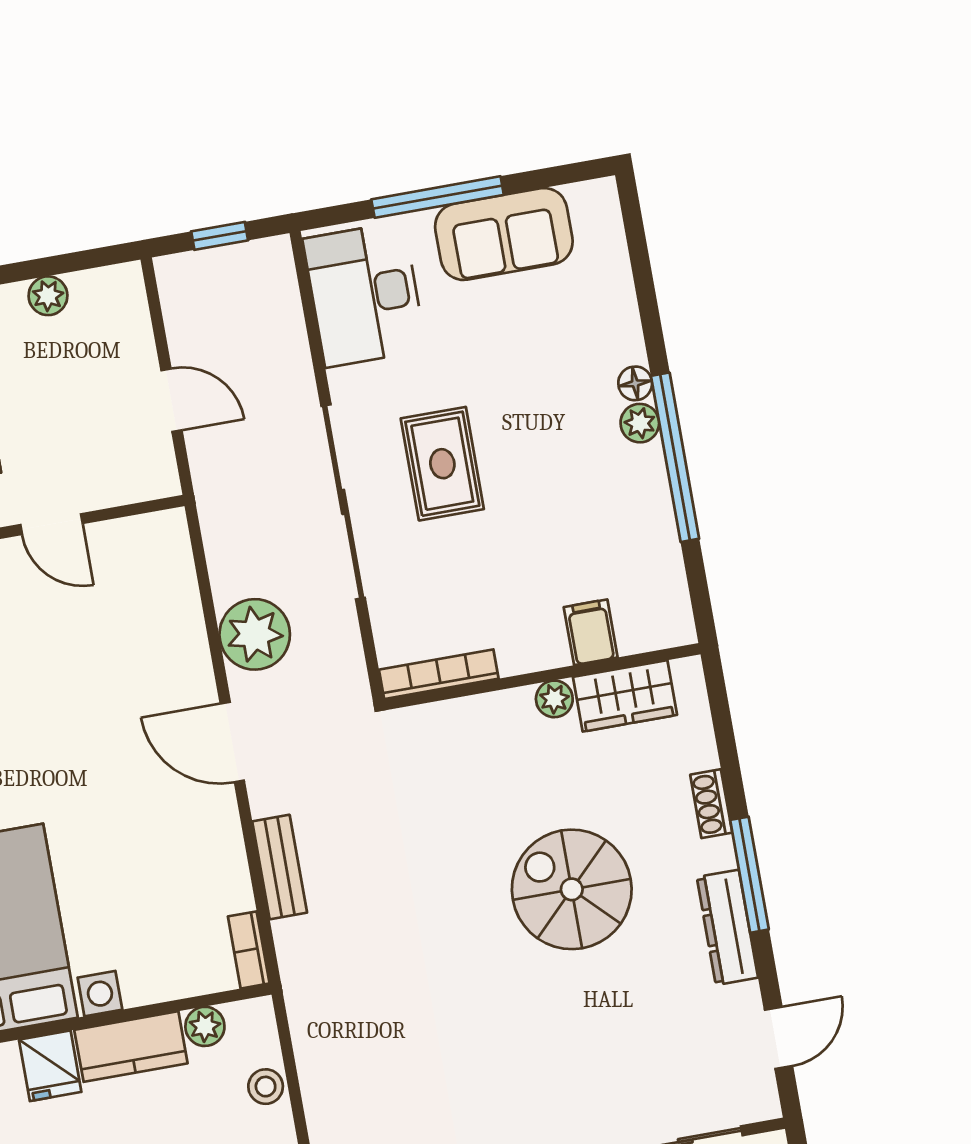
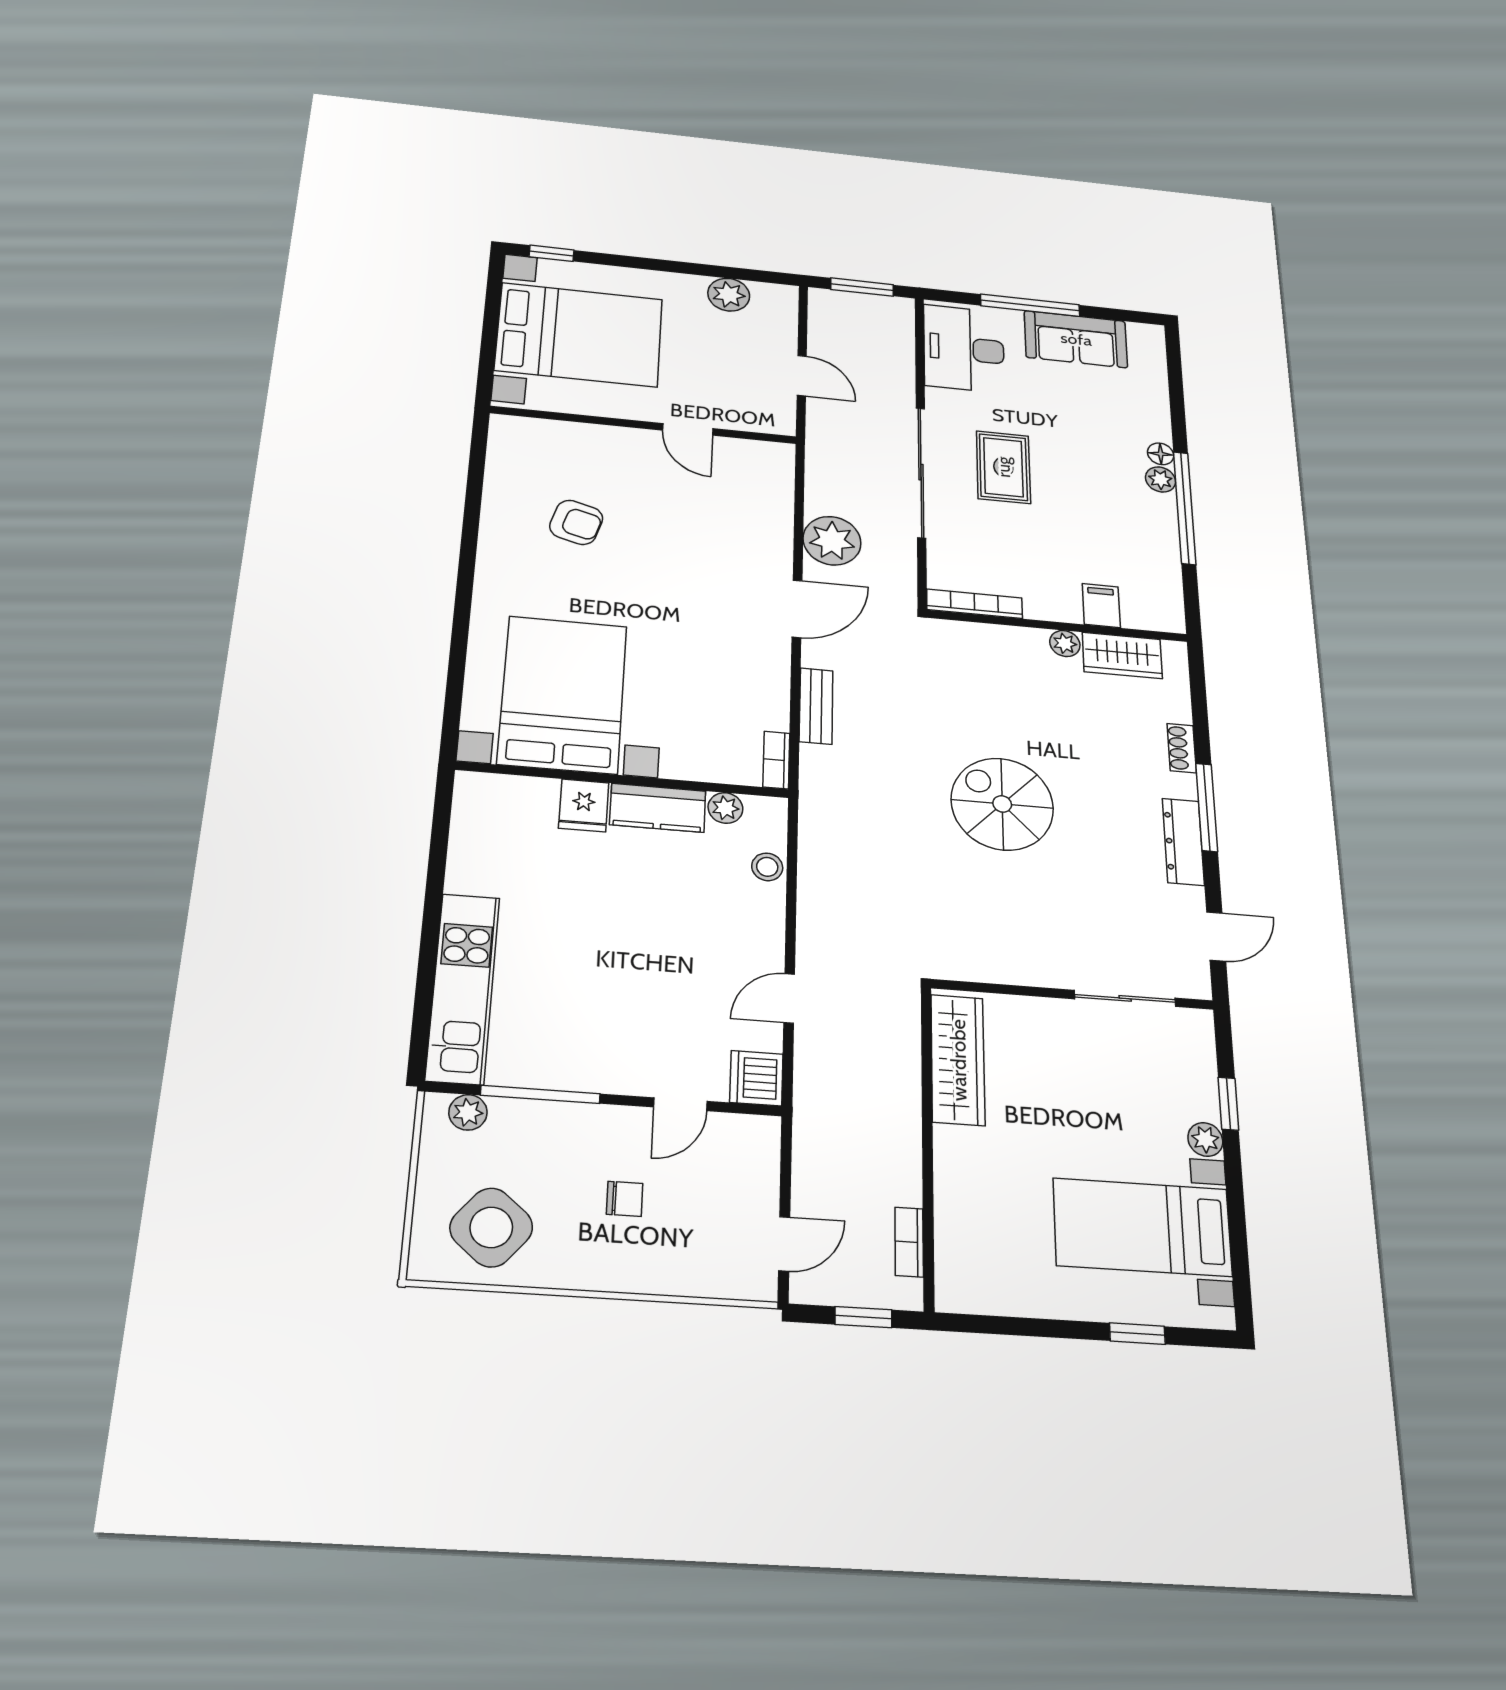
window: (220, 236) -> (862, 287), width x1.50
plant: (48, 296) -> (729, 295), width x1.38, depth x1.38
door: (232, 742) -> (797, 609), swing flipped
spiral stairs: (572, 889) -> (1002, 804), moved

